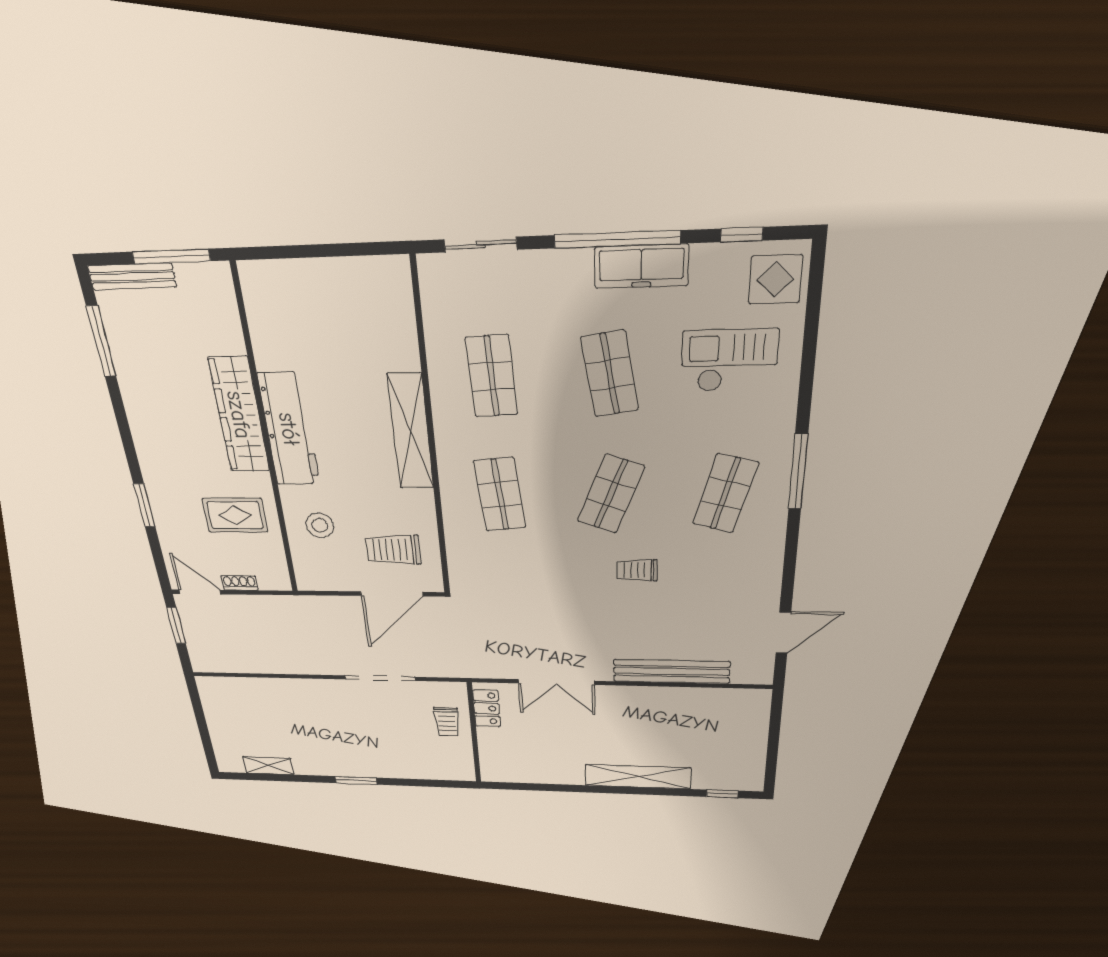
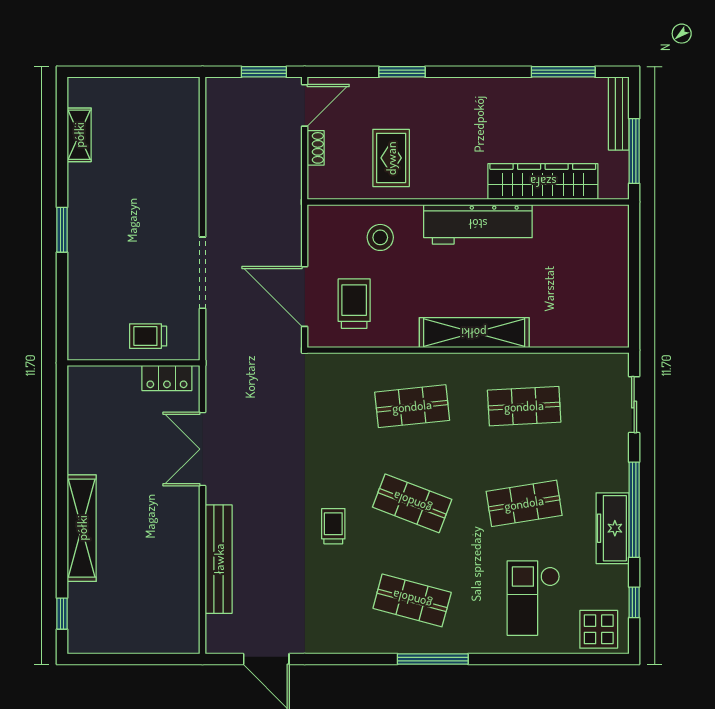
checkout: (729, 361) -> (533, 598), turned 180
wardrobe: (239, 415) -> (543, 182), moved

